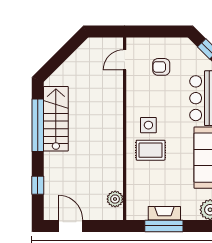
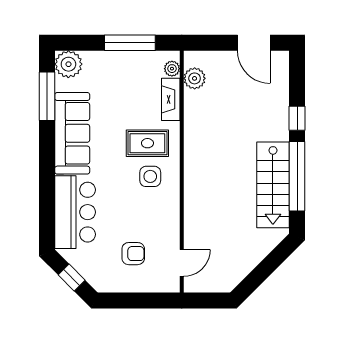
window: (38, 185) -> (297, 118), moved
plant: (132, 206) -> (172, 69), added
fireplace: (164, 213) -> (171, 99), moved, turned 90

